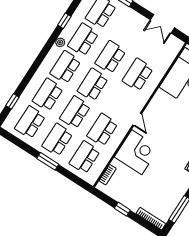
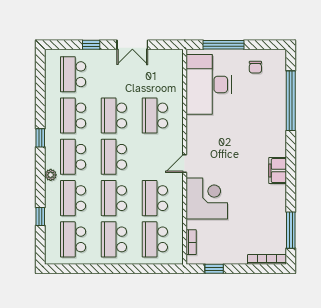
window: (64, 21) -> (40, 138), moved
double door: (162, 24) -> (132, 45), moved
plant: (60, 42) -> (51, 175), moved
window: (12, 101) -> (40, 216), moved
door: (137, 119) -> (185, 164), swing flipped
window: (48, 161) -> (118, 269), removed
window: (122, 209) -> (214, 269), moved

